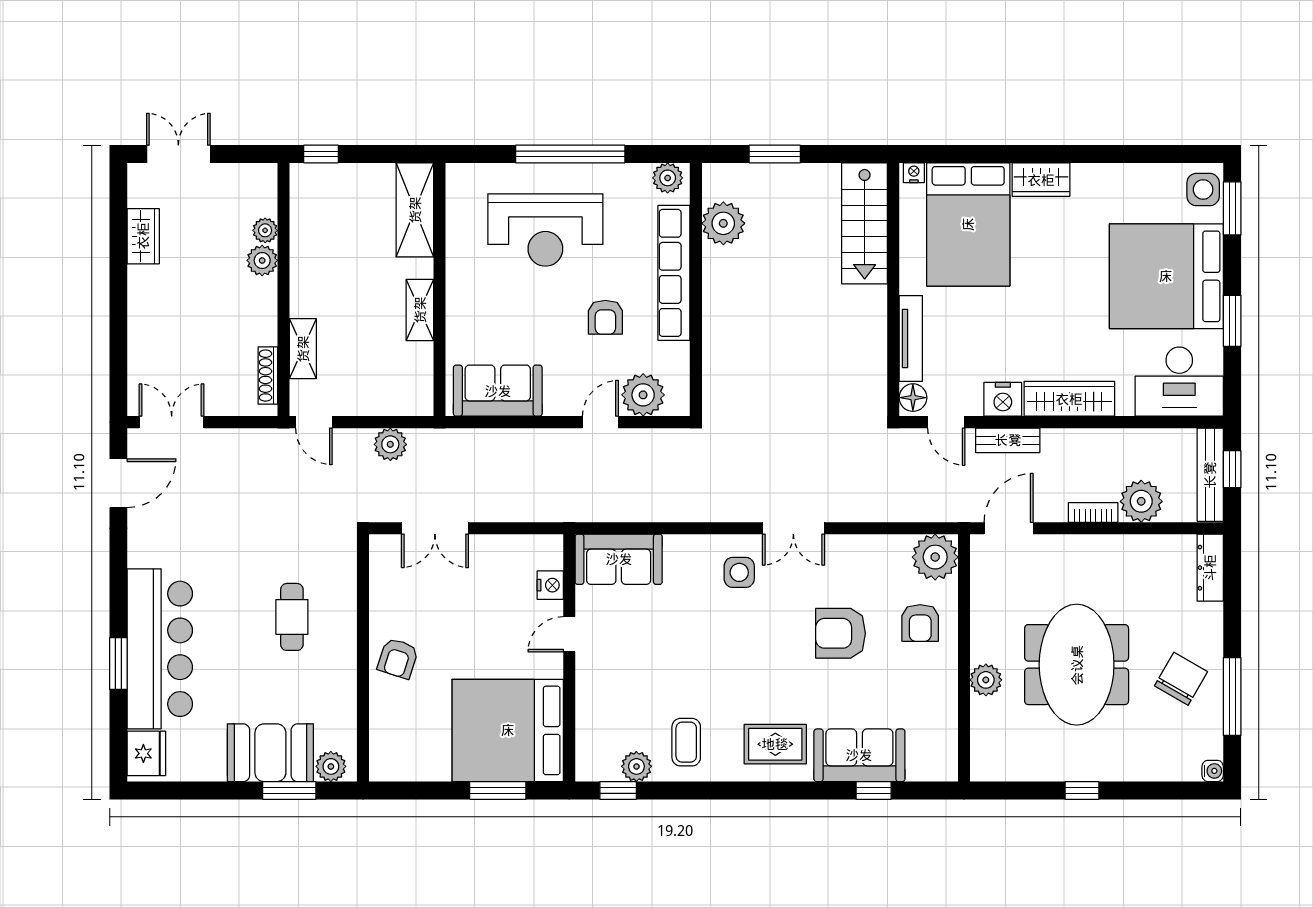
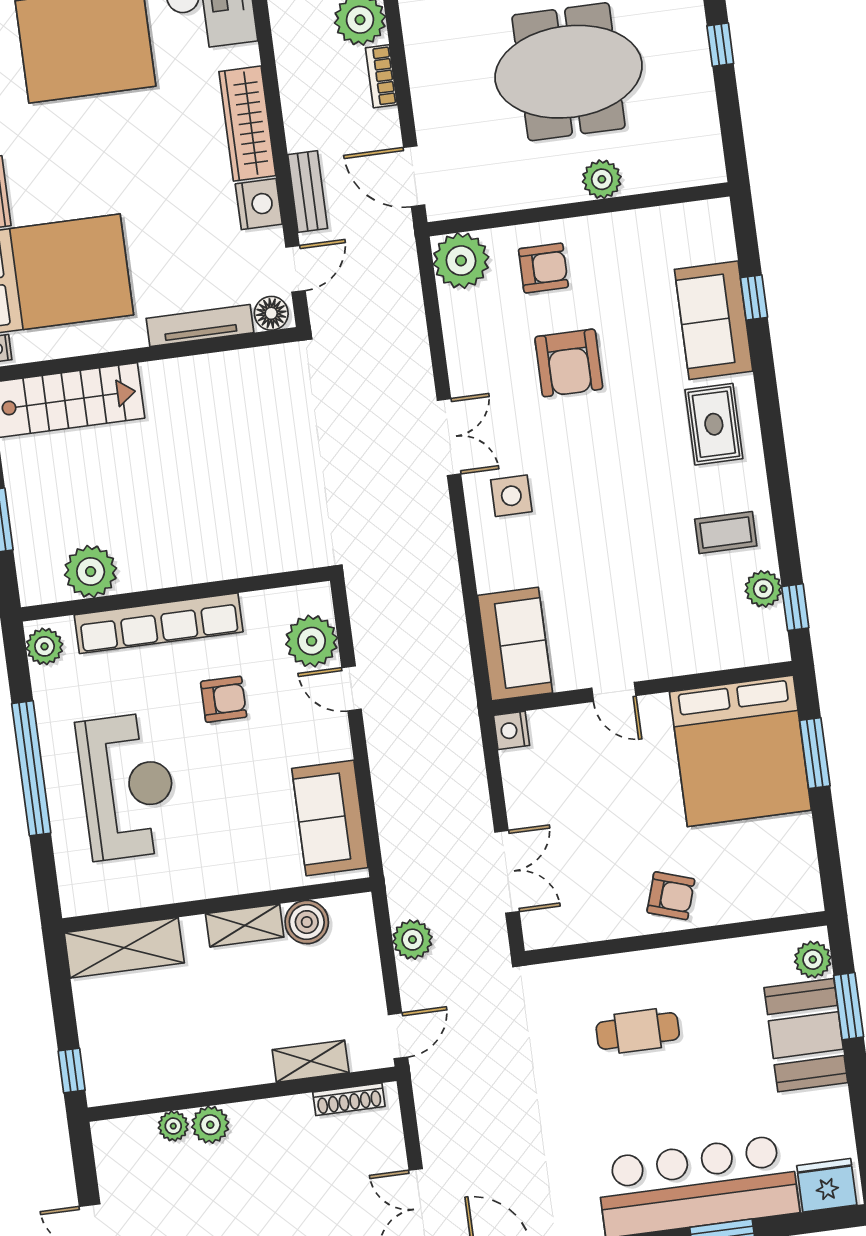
boiler: (416, 361) -> (307, 922), added
nightstand: (550, 585) -> (511, 730), moved, turned -90

